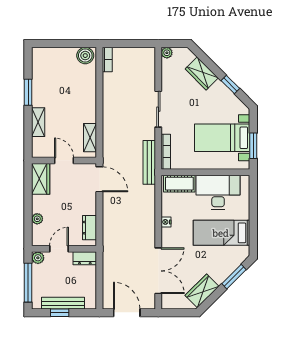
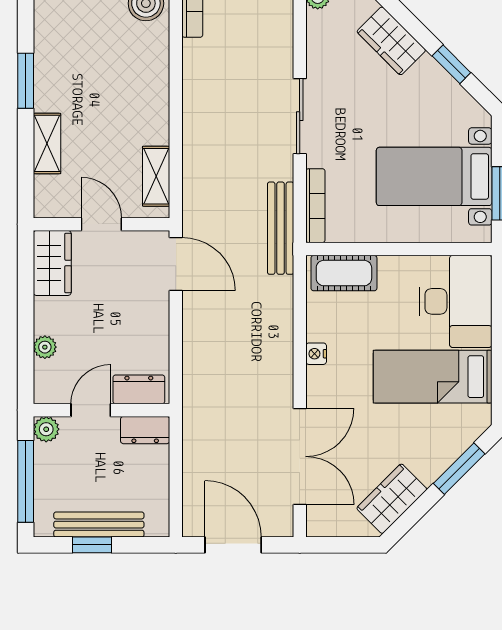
desk: (218, 192) -> (456, 301), moved, turned 90
dresser: (90, 228) -> (139, 389), moved, turned 90

